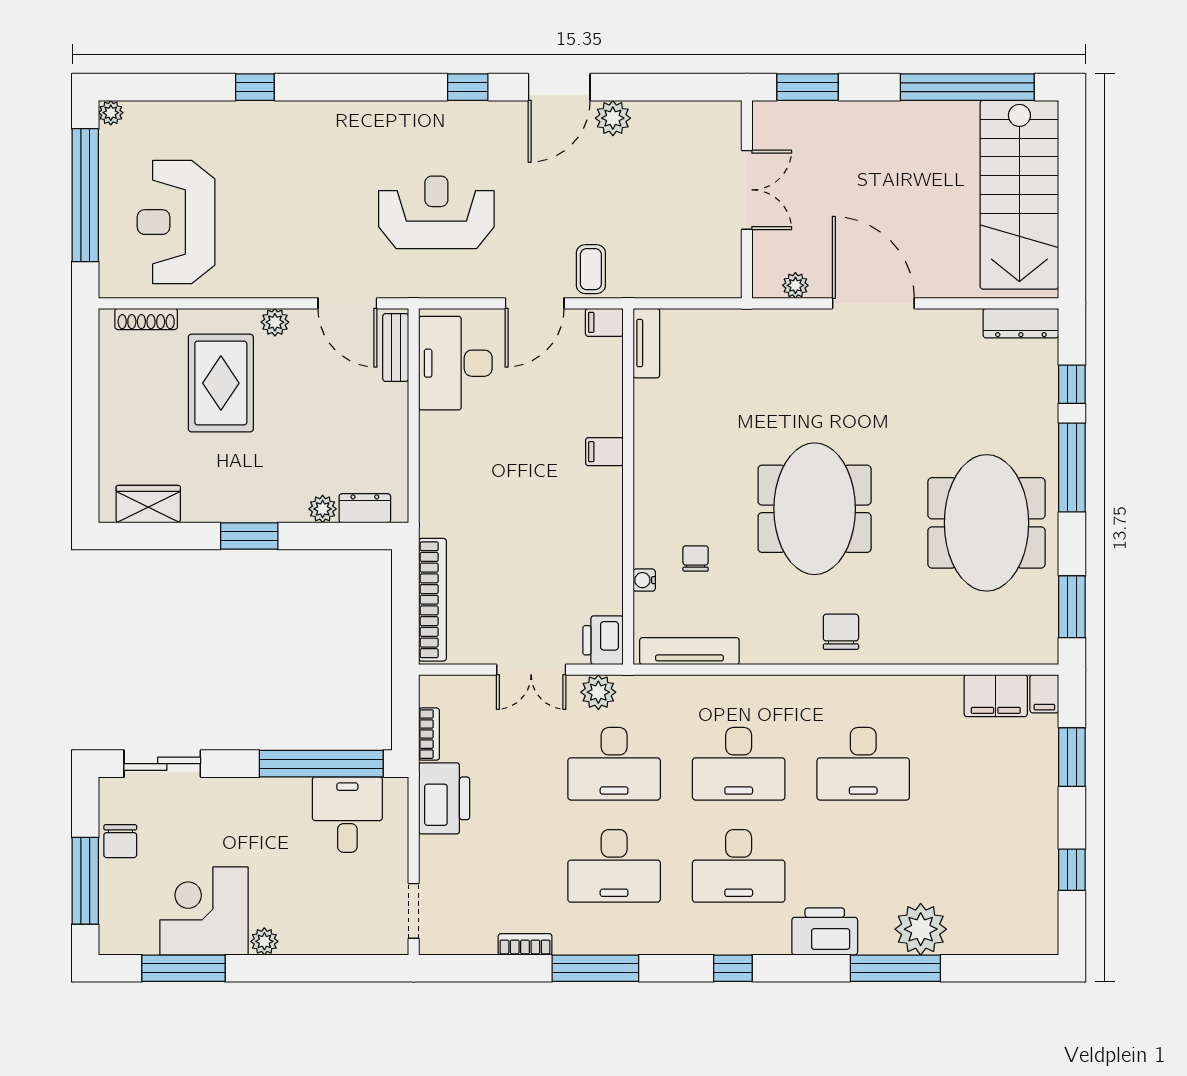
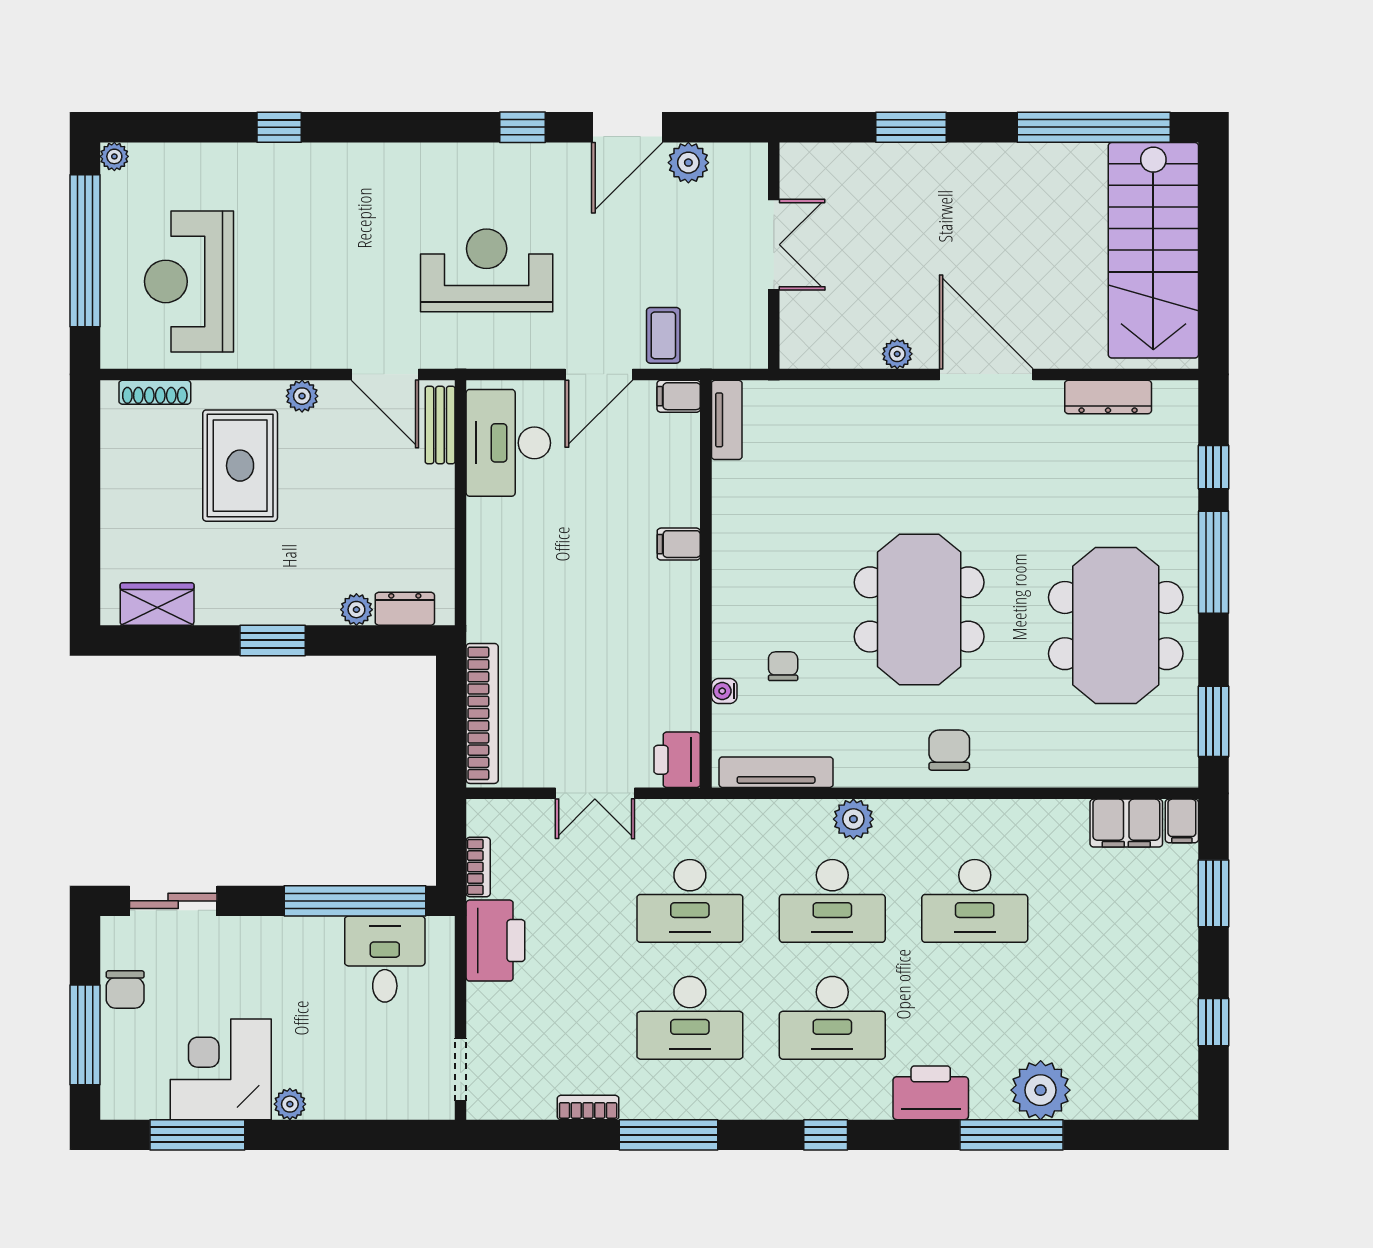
double door: (747, 190) -> (774, 245), moved
wall: (747, 199) -> (774, 256), moved
dresser: (1021, 323) -> (1108, 397), moved
plant: (598, 692) -> (853, 819), moved

